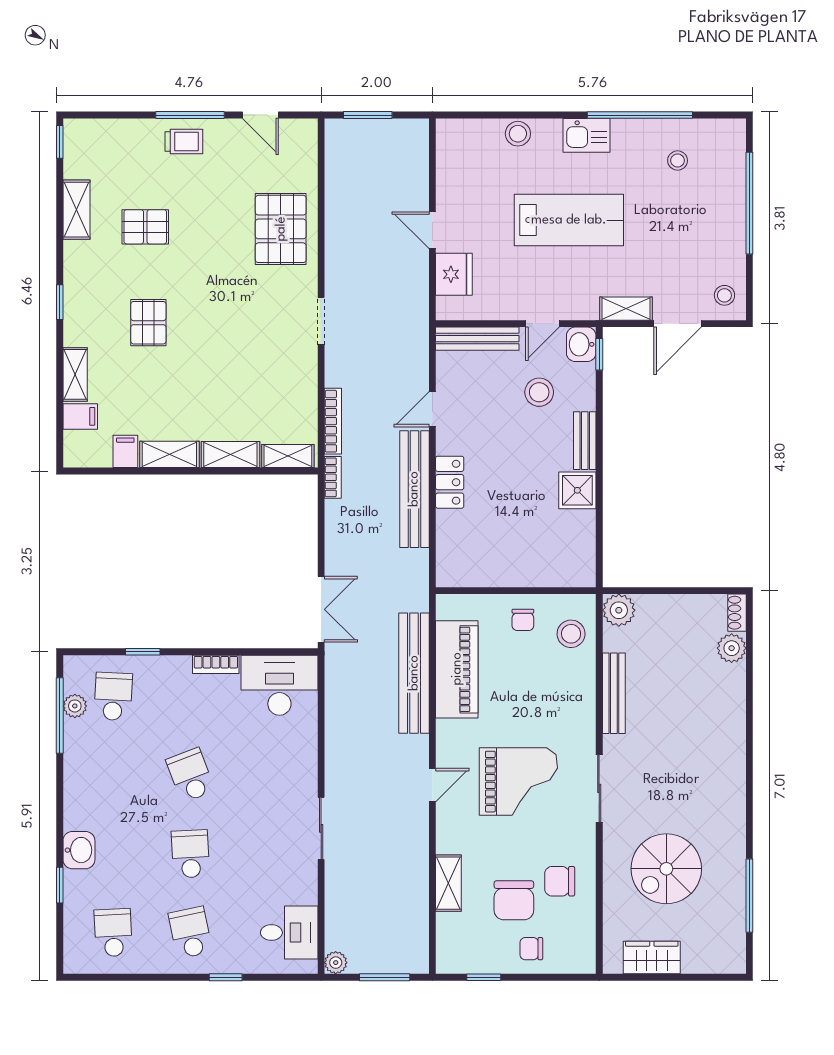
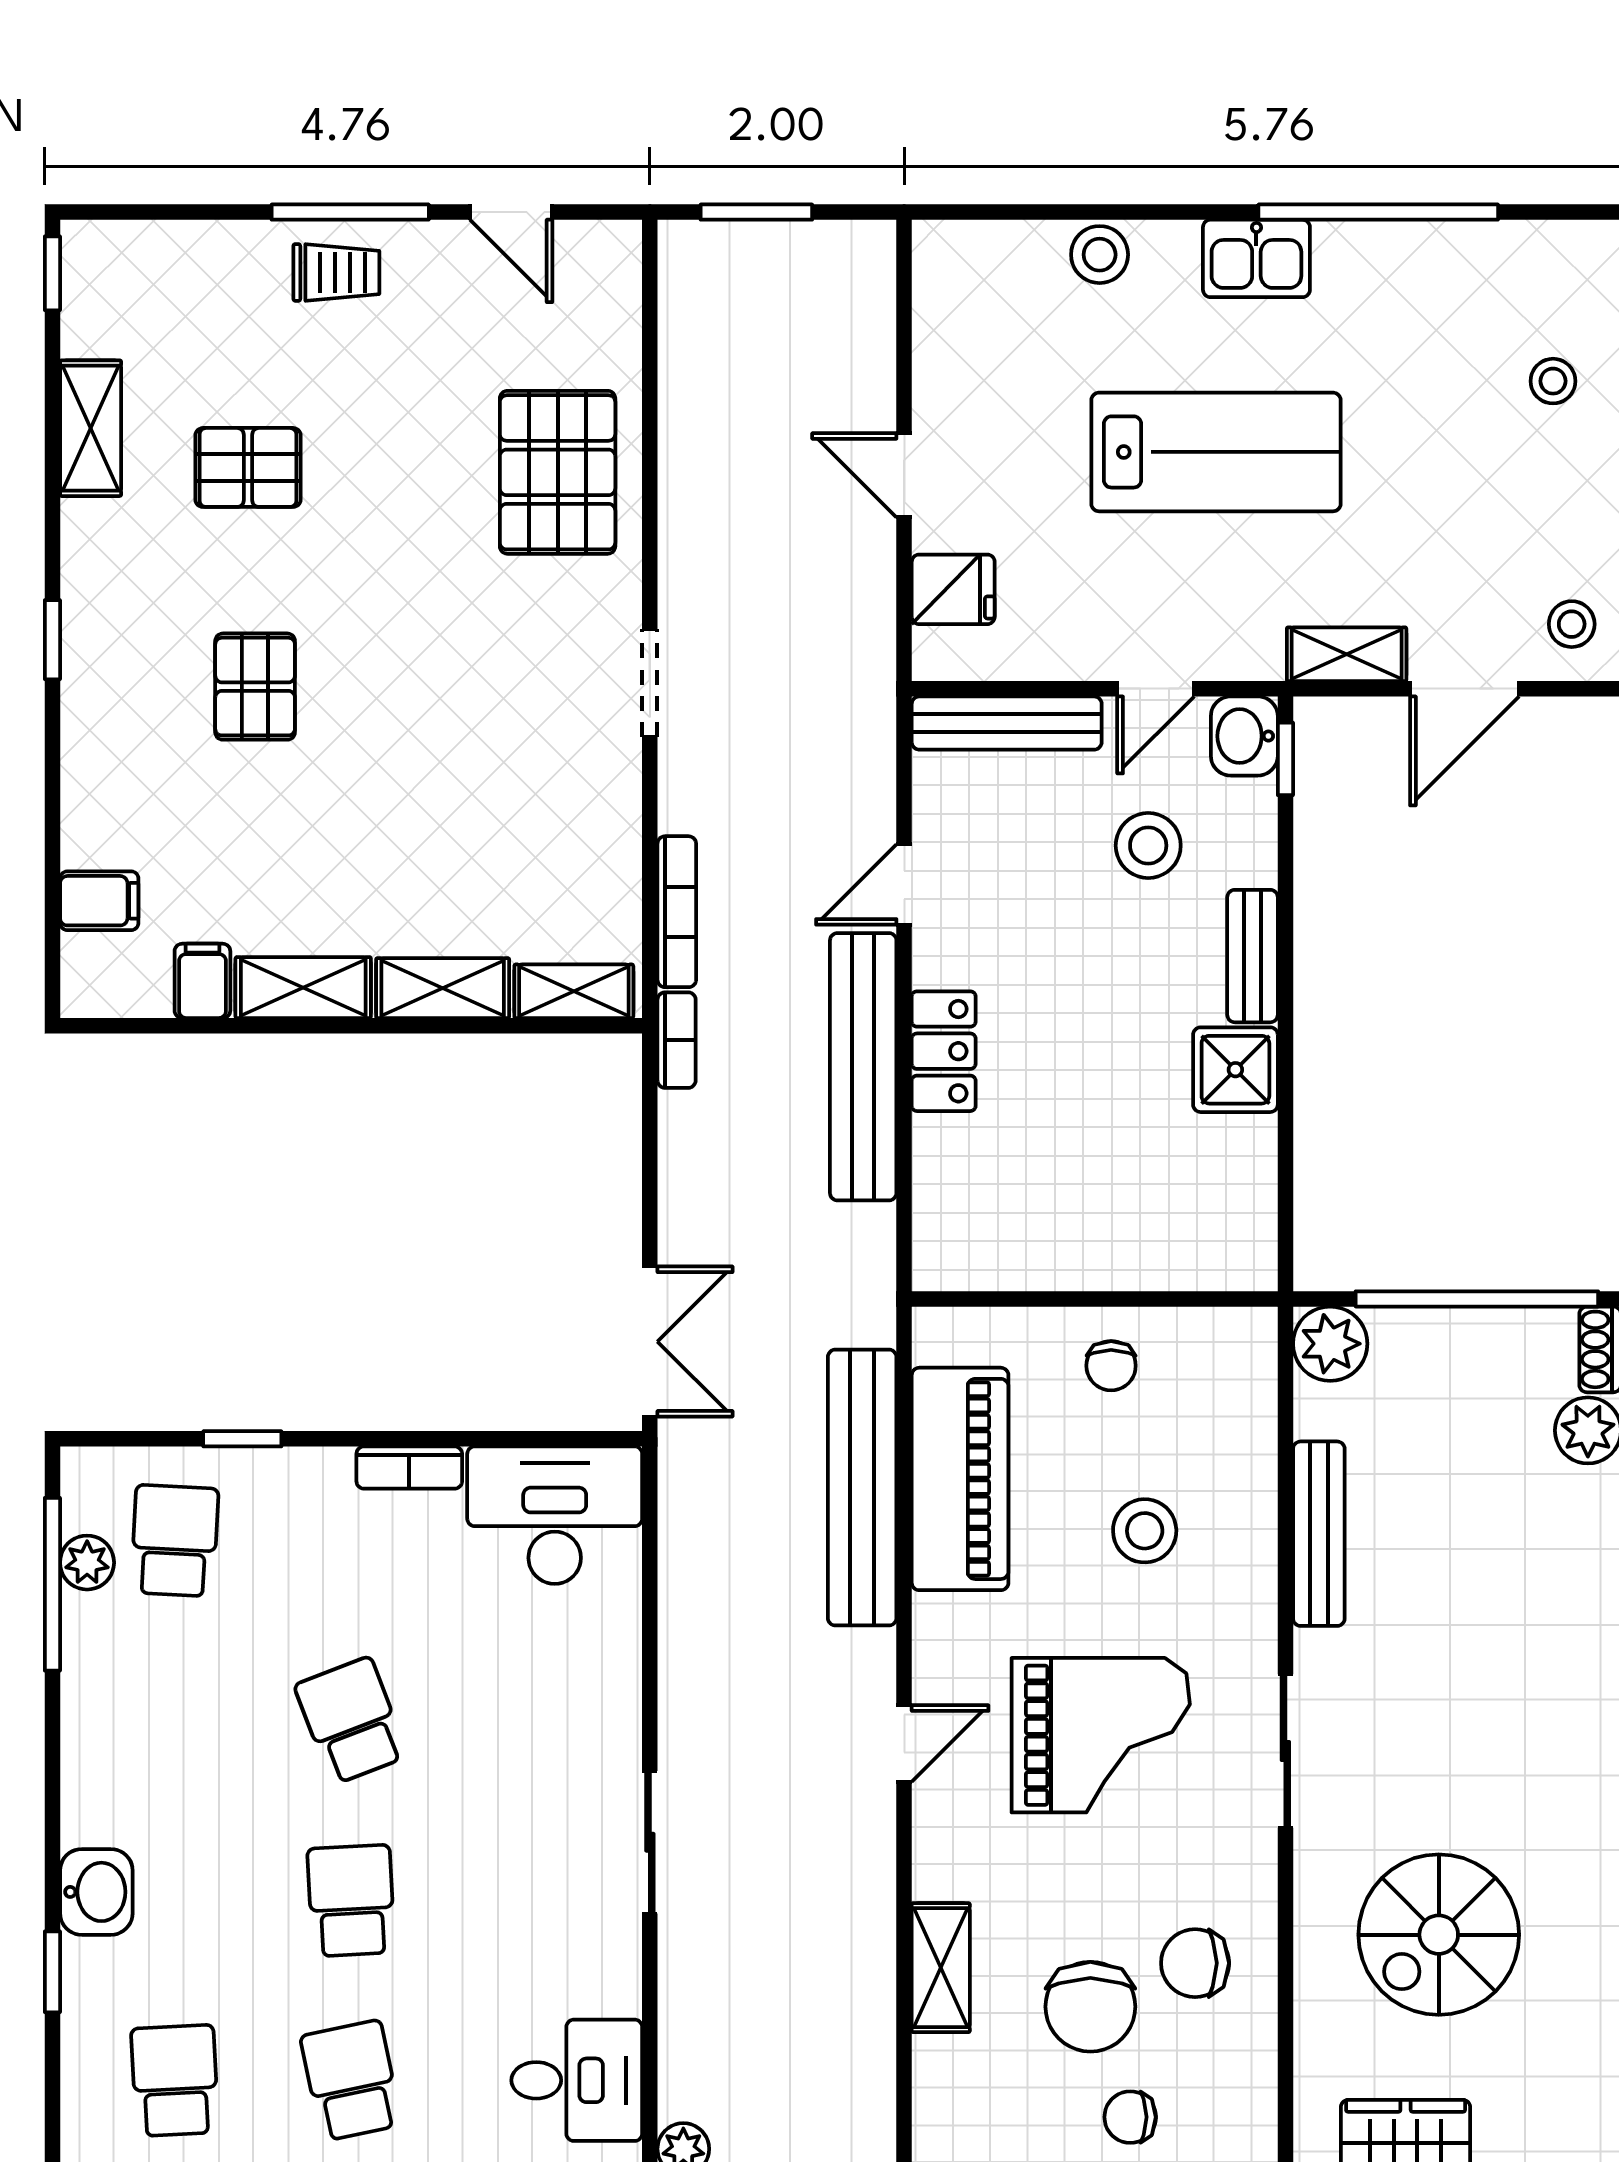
stool: (678, 160) -> (1553, 381), moved
fridge: (454, 274) -> (953, 589), width x0.72
shelving: (75, 374) -> (88, 805), removed
window: (683, 591) -> (1477, 1299), added
stool: (571, 634) -> (1145, 1531), moved

